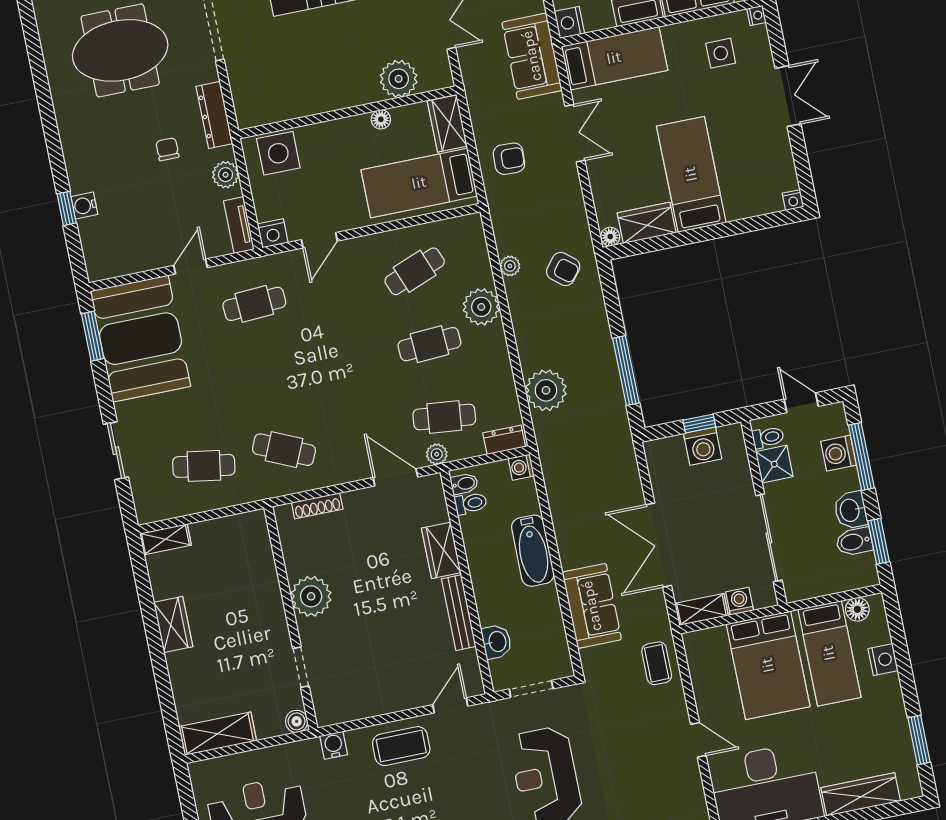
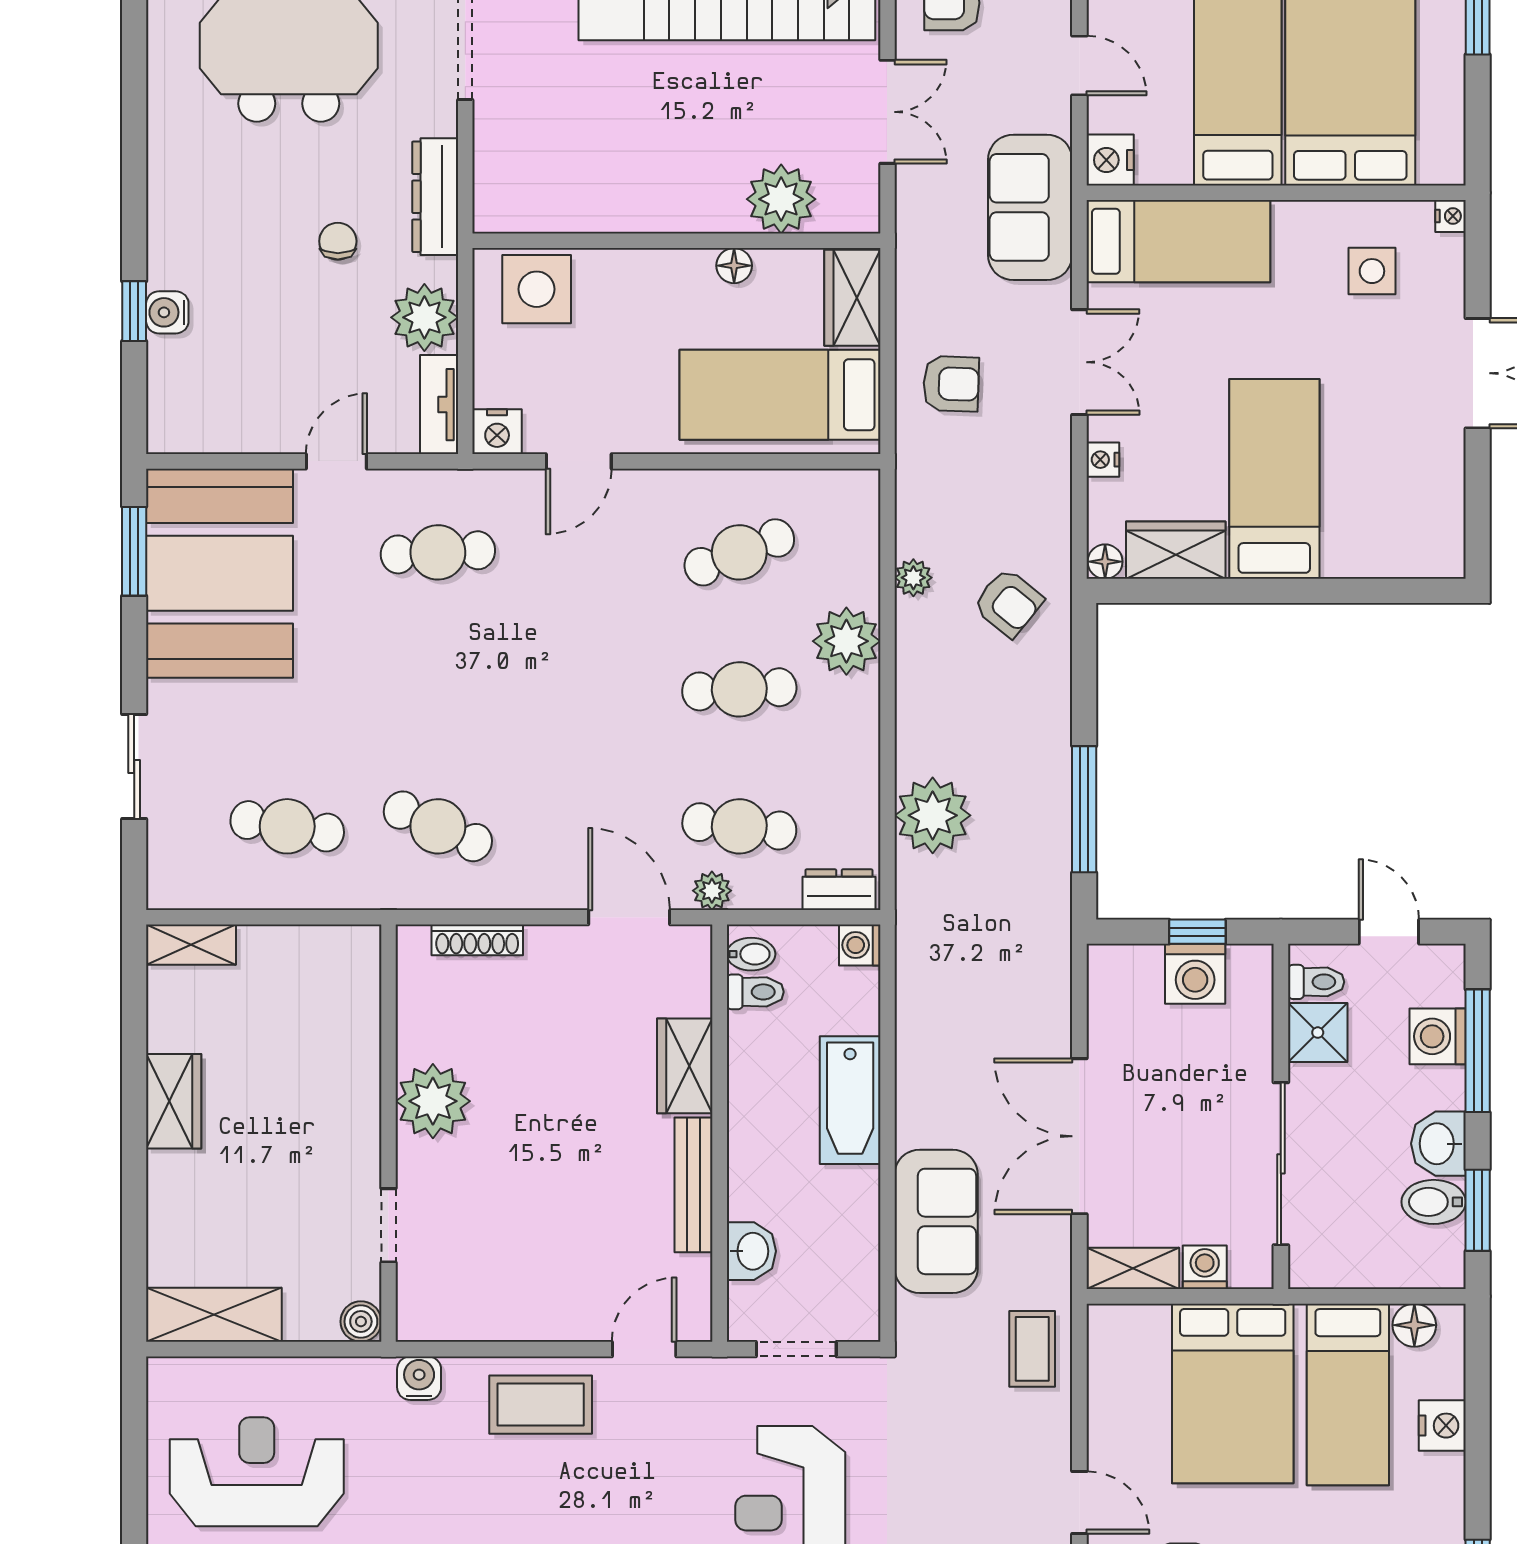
plant: (226, 175) -> (424, 317), width x1.36, depth x1.36
nightstand: (793, 200) -> (1103, 460), moved, turned 90

